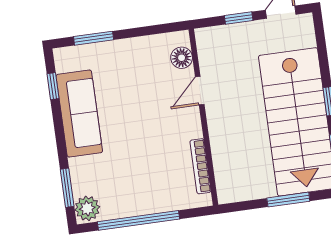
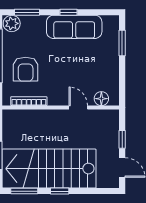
window: (53, 86) -> (68, 12), moved
armchair: (153, 178) -> (26, 69), added

